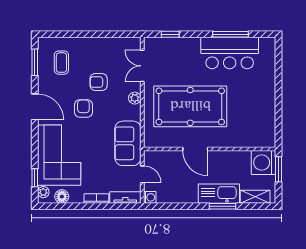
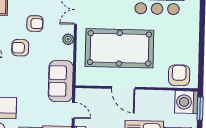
armchair: (99, 82) -> (35, 24), turned 180
armchair: (83, 108) -> (20, 48), turned -90
armchair: (255, 134) -> (179, 75), added

